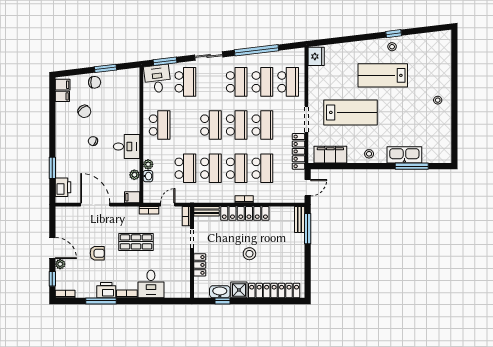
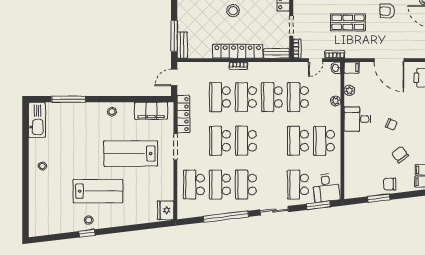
school desk: (211, 125) -> (298, 141), moved
kitchen sink: (404, 155) -> (37, 120), moved, turned -90
washbasin: (148, 176) -> (336, 68), moved

